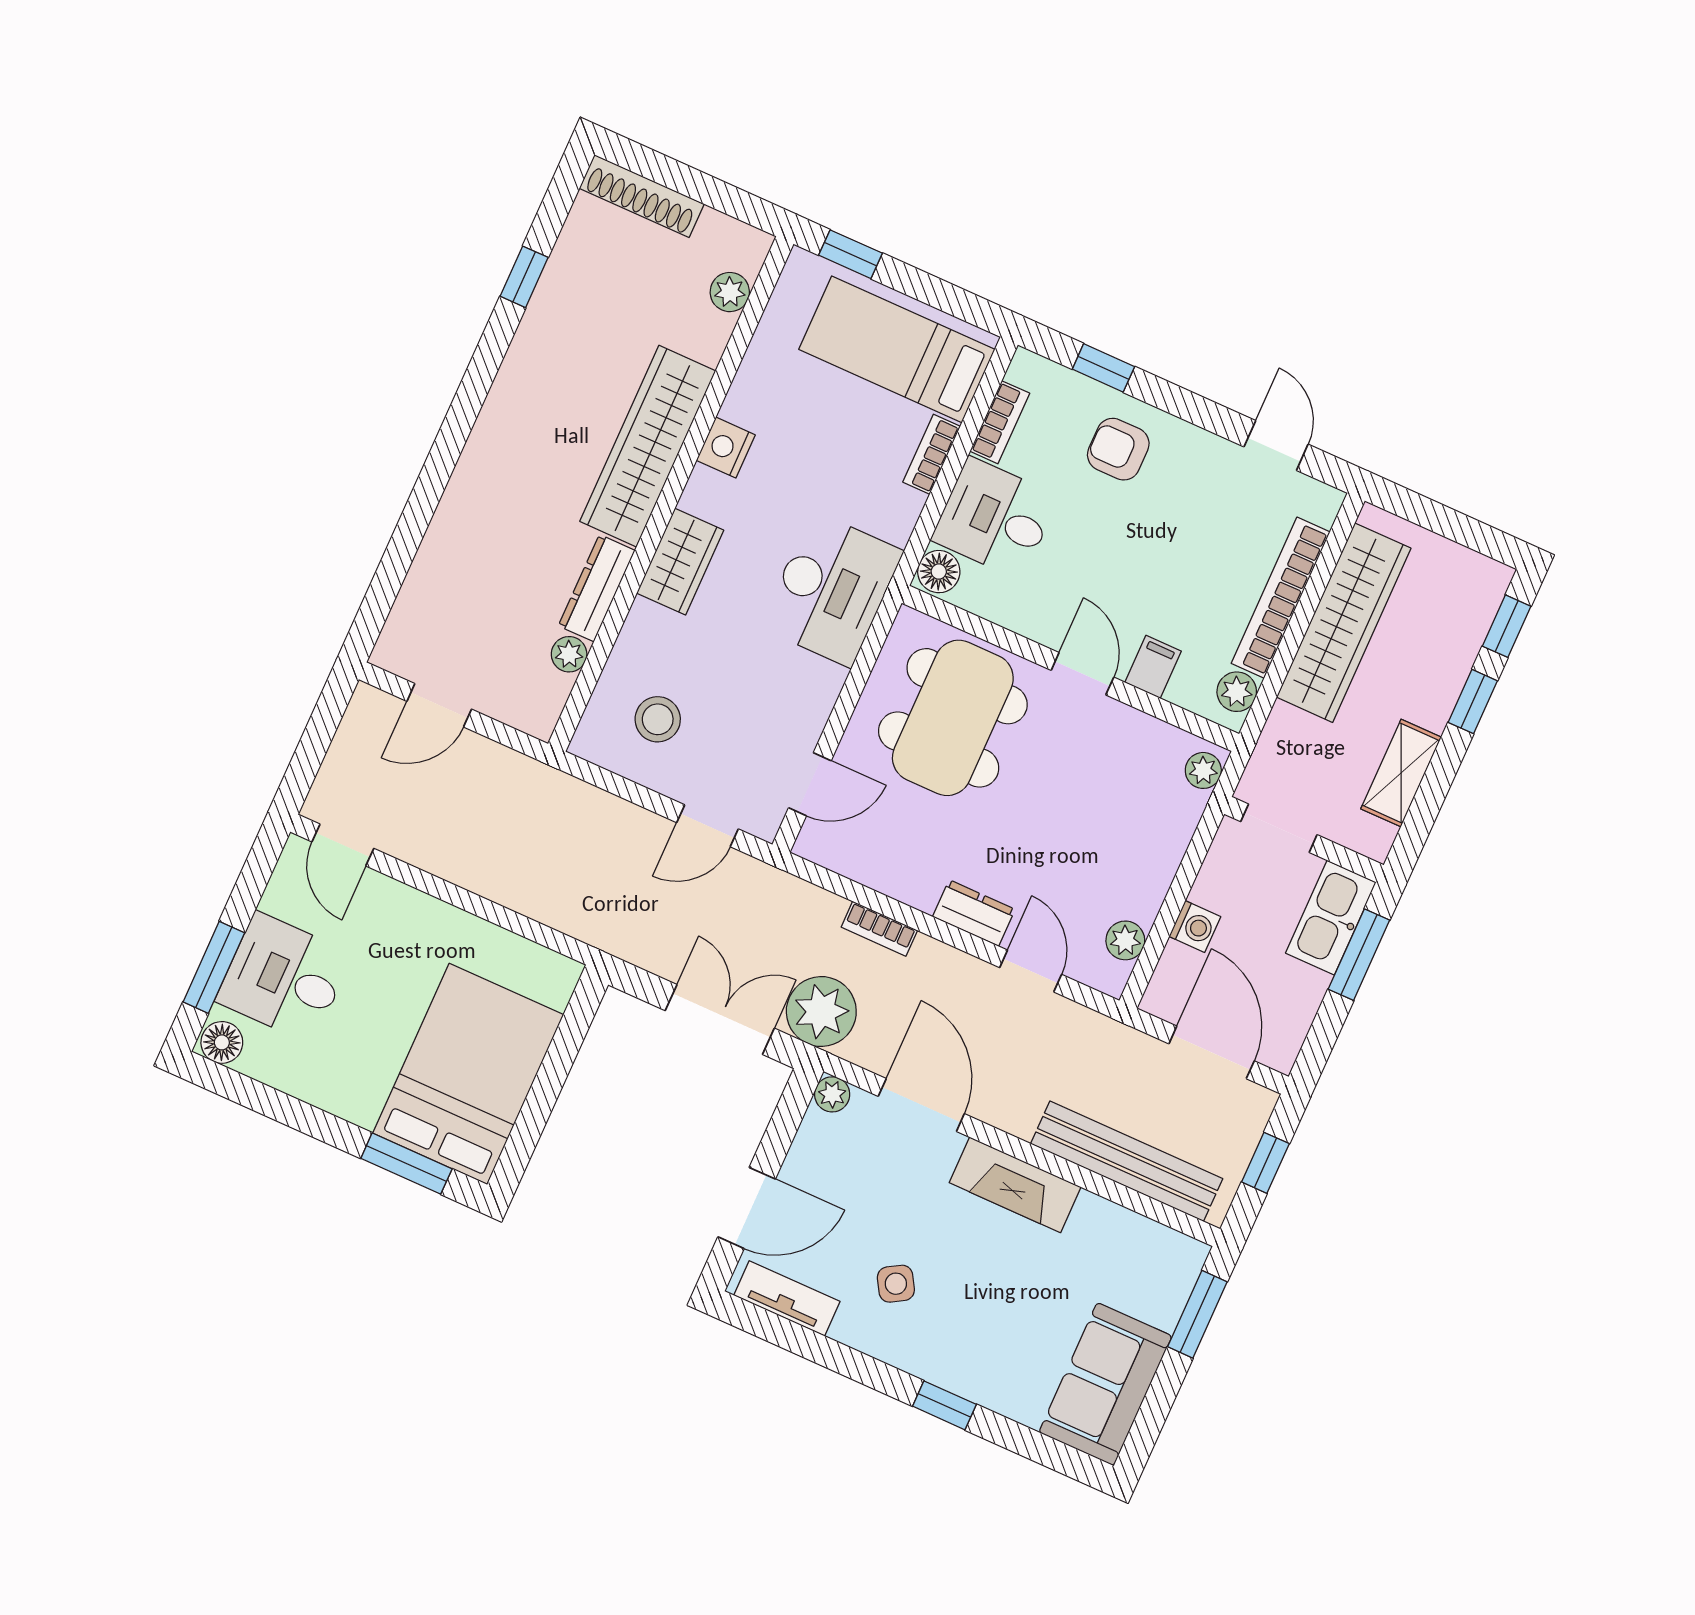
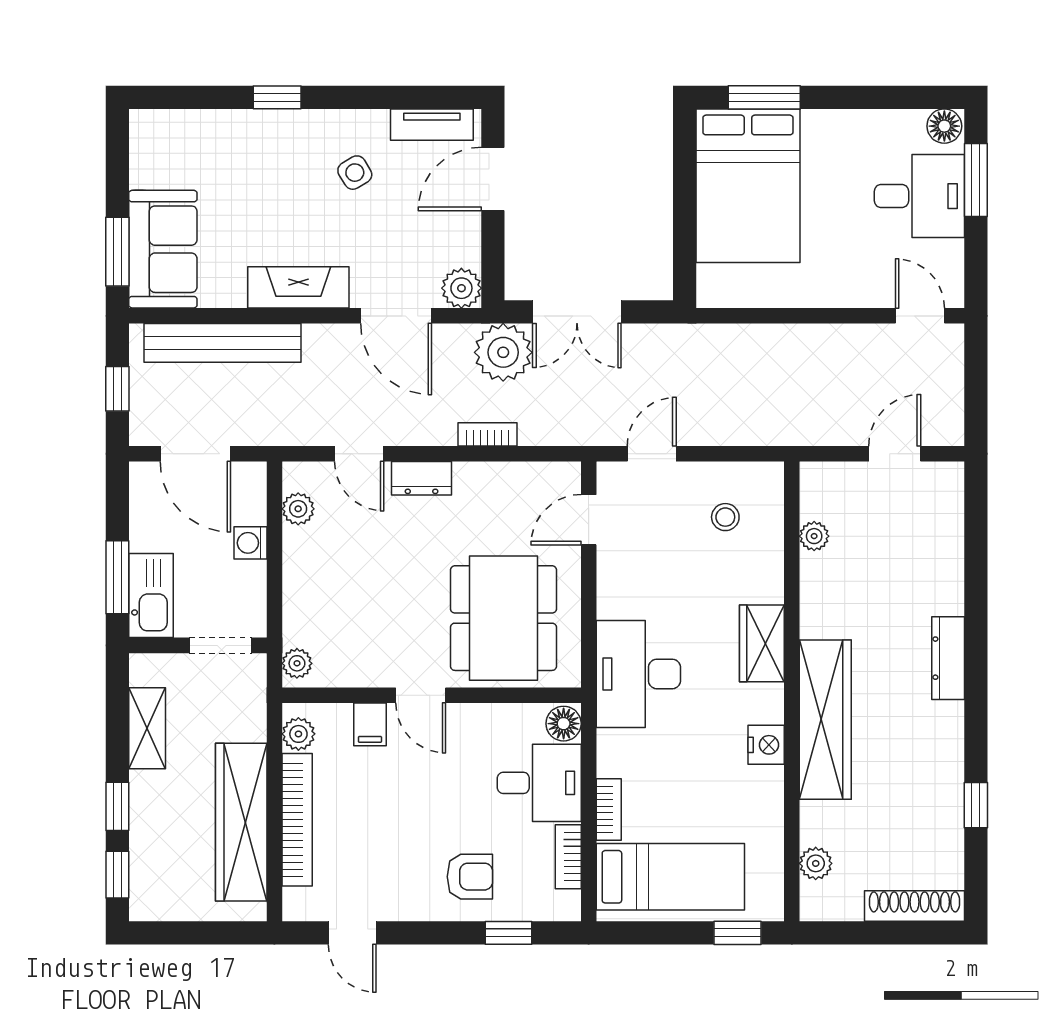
dresser: (597, 588) -> (948, 658), moved, turned 180
stool: (658, 719) -> (725, 517), width x0.73, depth x0.73
plant: (832, 1094) -> (461, 288), width x1.38, depth x1.38
sofa: (1105, 1384) -> (163, 249), moved

